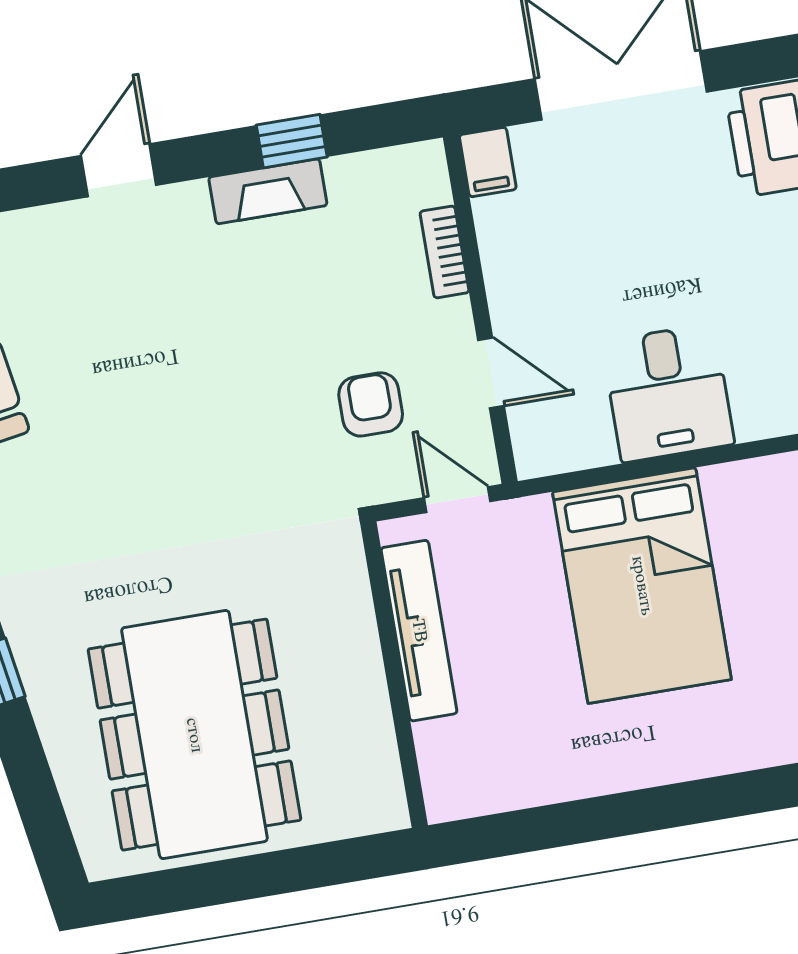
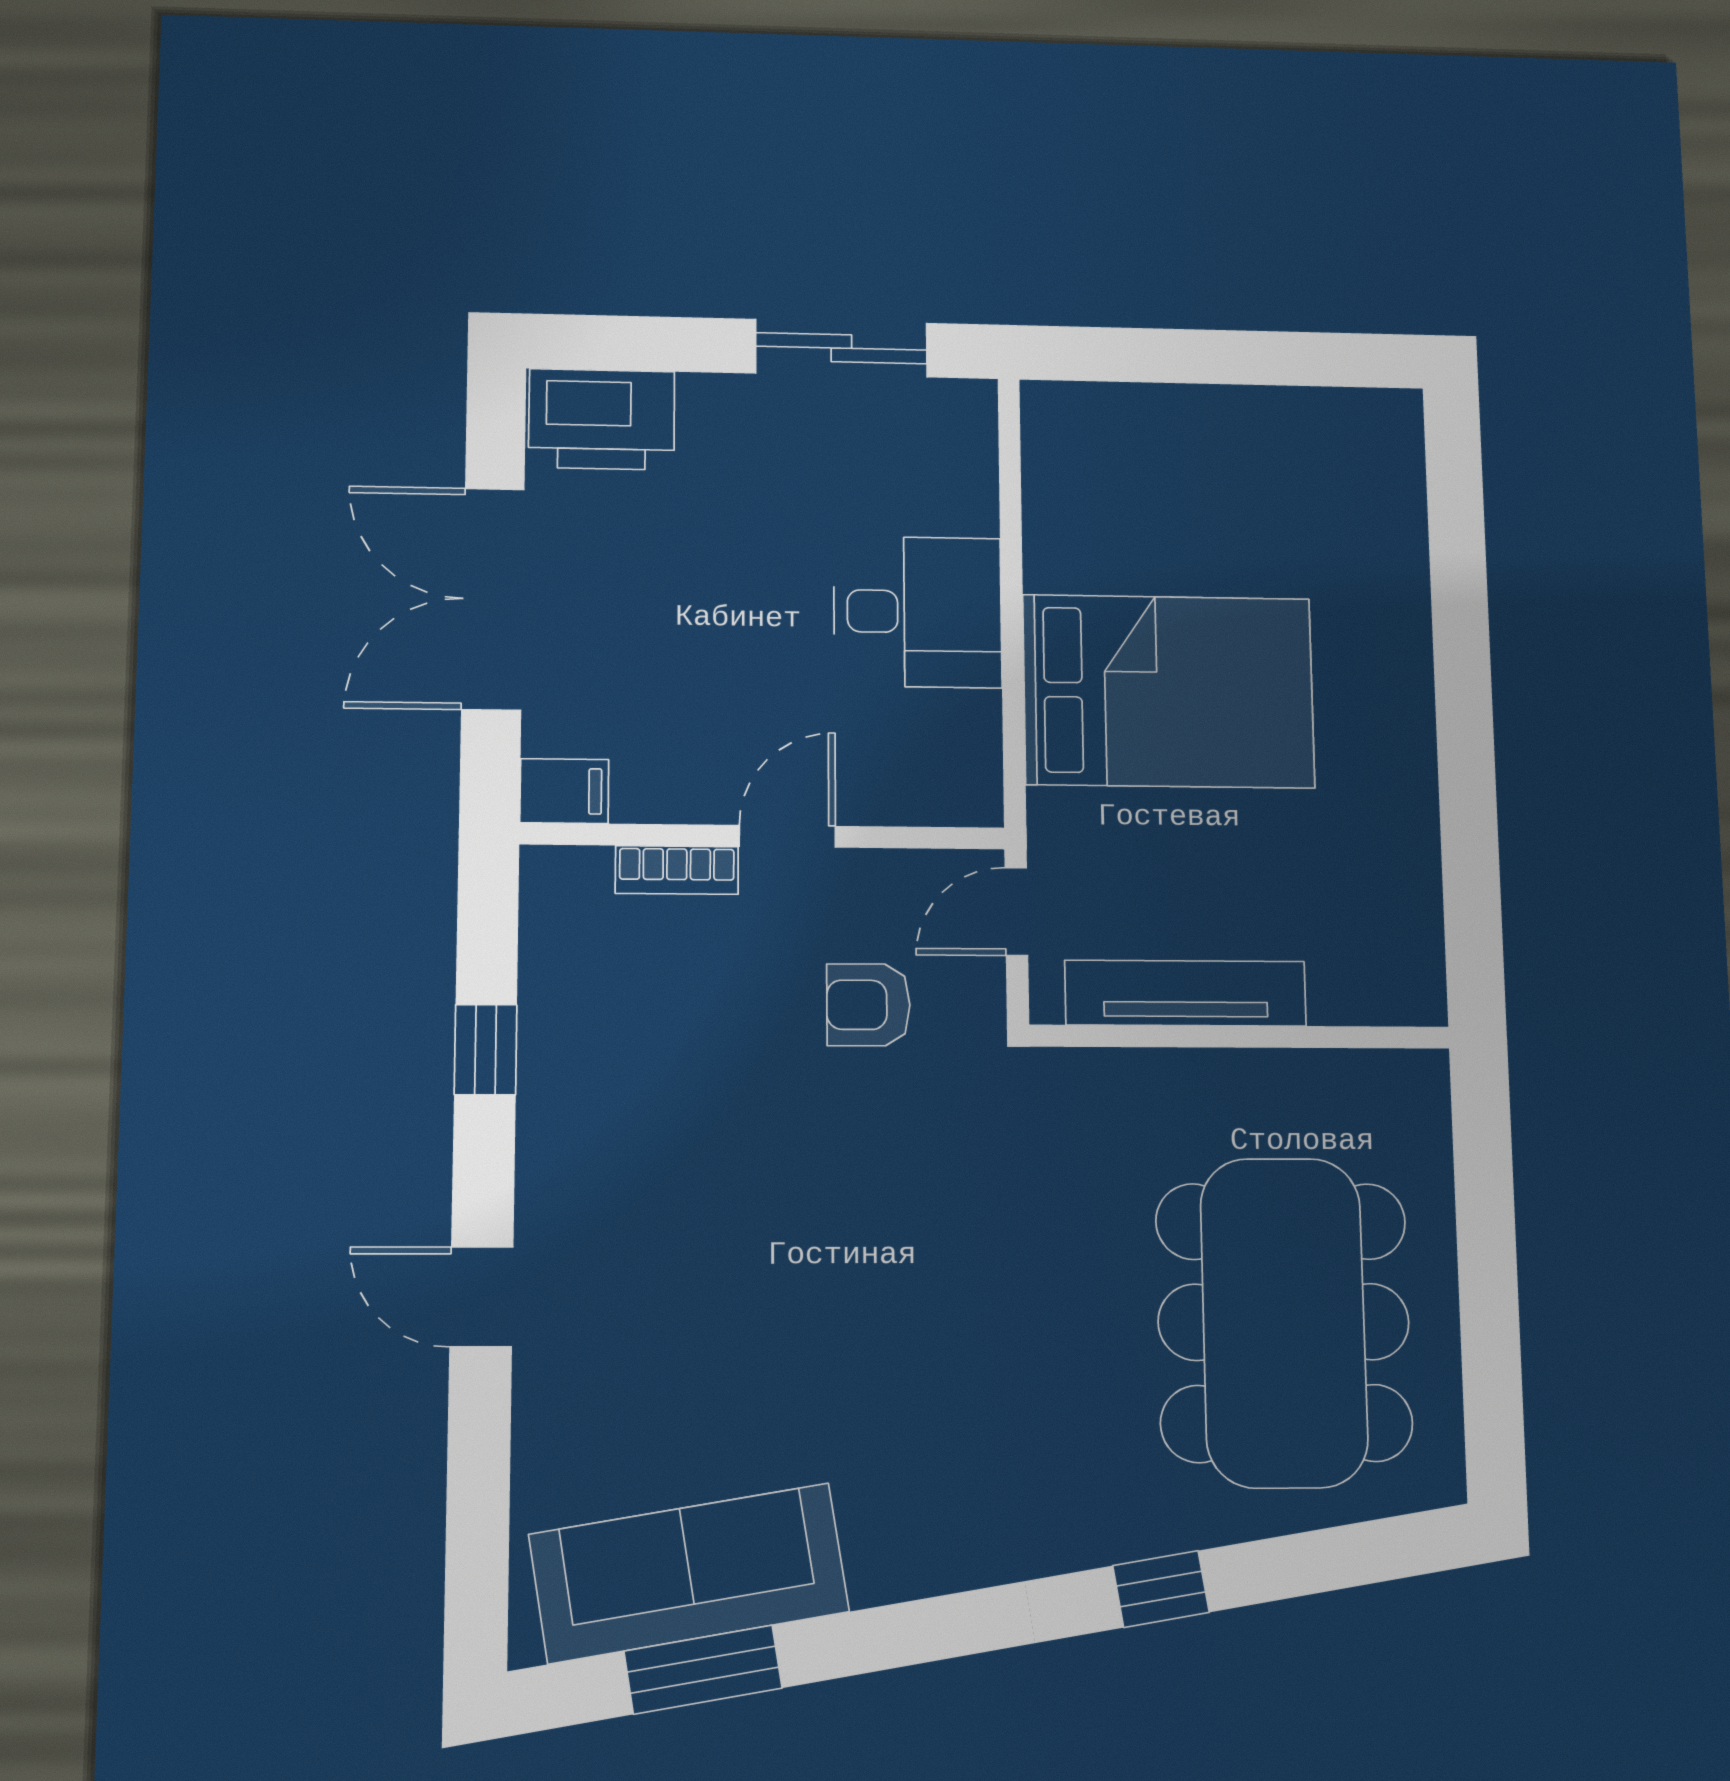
fireplace: (268, 191) -> (550, 1094), removed
door: (491, 373) -> (787, 836), moved
dining table: (194, 735) -> (1284, 1322), turned 90

